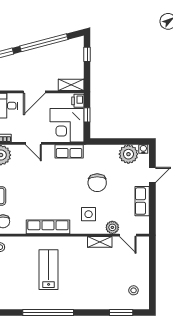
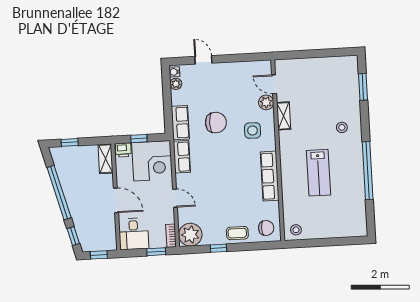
door: (33, 143) -> (175, 198), hinge flipped
plant: (128, 154) -> (176, 84), width x0.53, depth x0.53
row of seats: (142, 201) -> (180, 123), moved, turned -90
door: (128, 235) -> (274, 84), swing flipped
lab bench: (49, 270) -> (319, 173), turned -90
stool: (134, 290) -> (342, 127), moved

